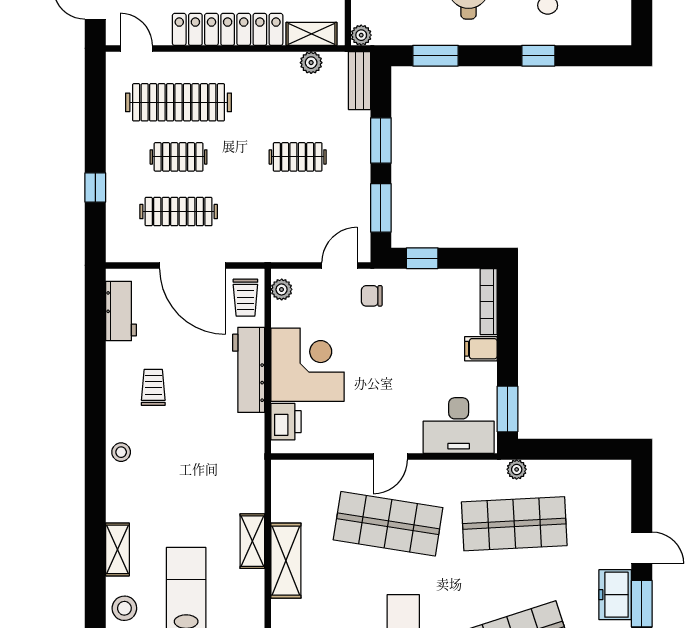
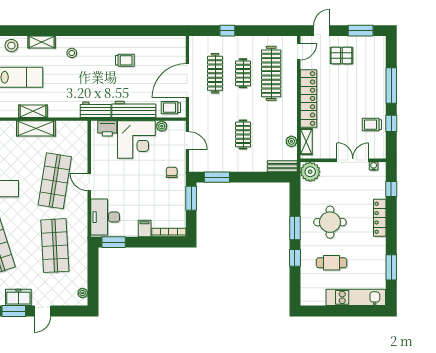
plant: (361, 35) -> (310, 172), width x1.88, depth x1.88
window: (436, 56) -> (295, 228), moved
window: (381, 140) -> (251, 177), removed
window: (422, 258) -> (191, 198), width x1.50
door: (340, 265) -> (187, 141), moved
plant: (282, 289) -> (162, 126), moved
workbench: (121, 311) -> (96, 110), moved, turned 180
stool: (121, 452) -> (72, 53), moved
plant: (517, 469) -> (83, 293), moved
shelving: (252, 541) -> (33, 111), moved

